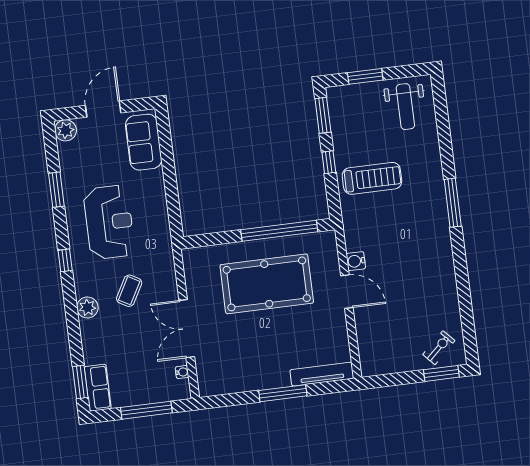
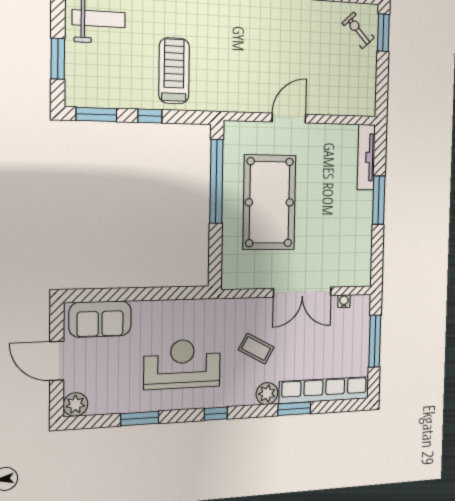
water cooler: (356, 261) -> (259, 103), removed
window: (80, 382) -> (294, 409), moved
row of seats: (98, 388) -> (324, 390), width x2.02

